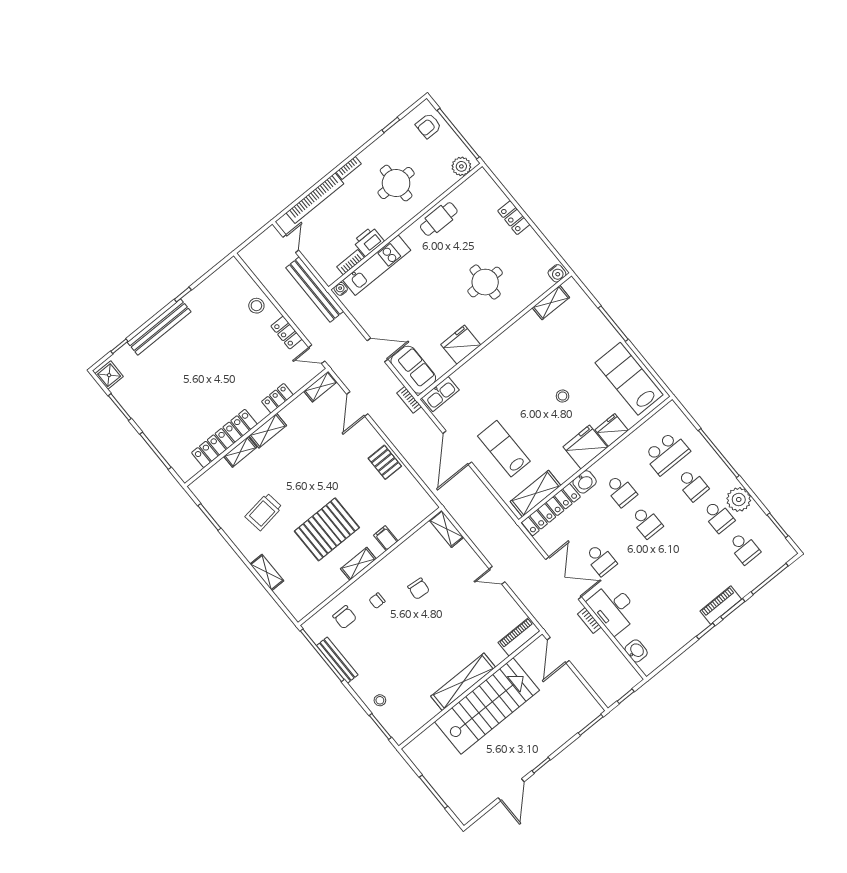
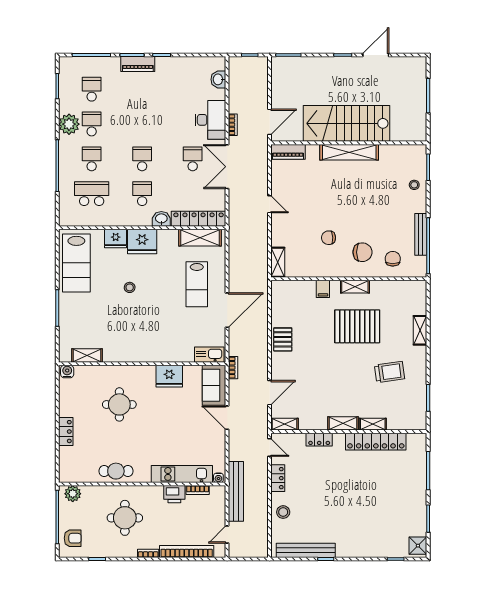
bench: (159, 327) -> (306, 550), moved
chair: (419, 589) -> (329, 238), turned -100
chair: (377, 601) -> (362, 252), width x1.87, depth x1.87

